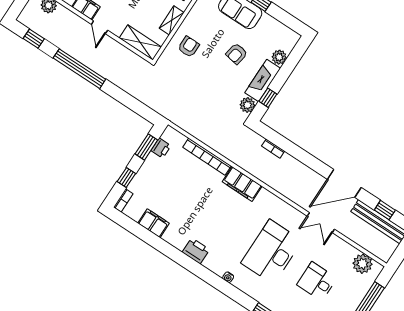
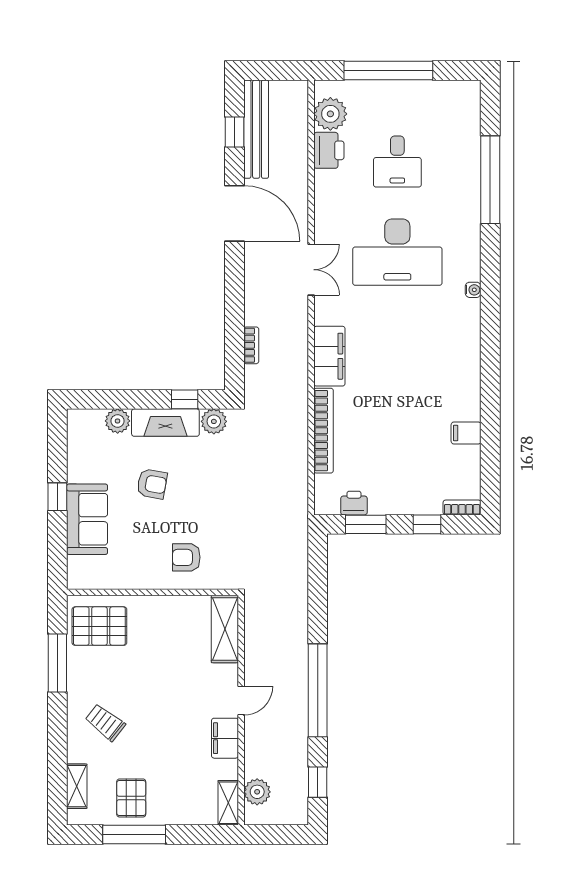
shelving: (172, 20) -> (165, 606), removed
filing cabinet: (154, 223) -> (466, 433), width x0.50
double door: (321, 223) -> (311, 270), moved
printer: (196, 251) -> (329, 150), moved, turned 180

